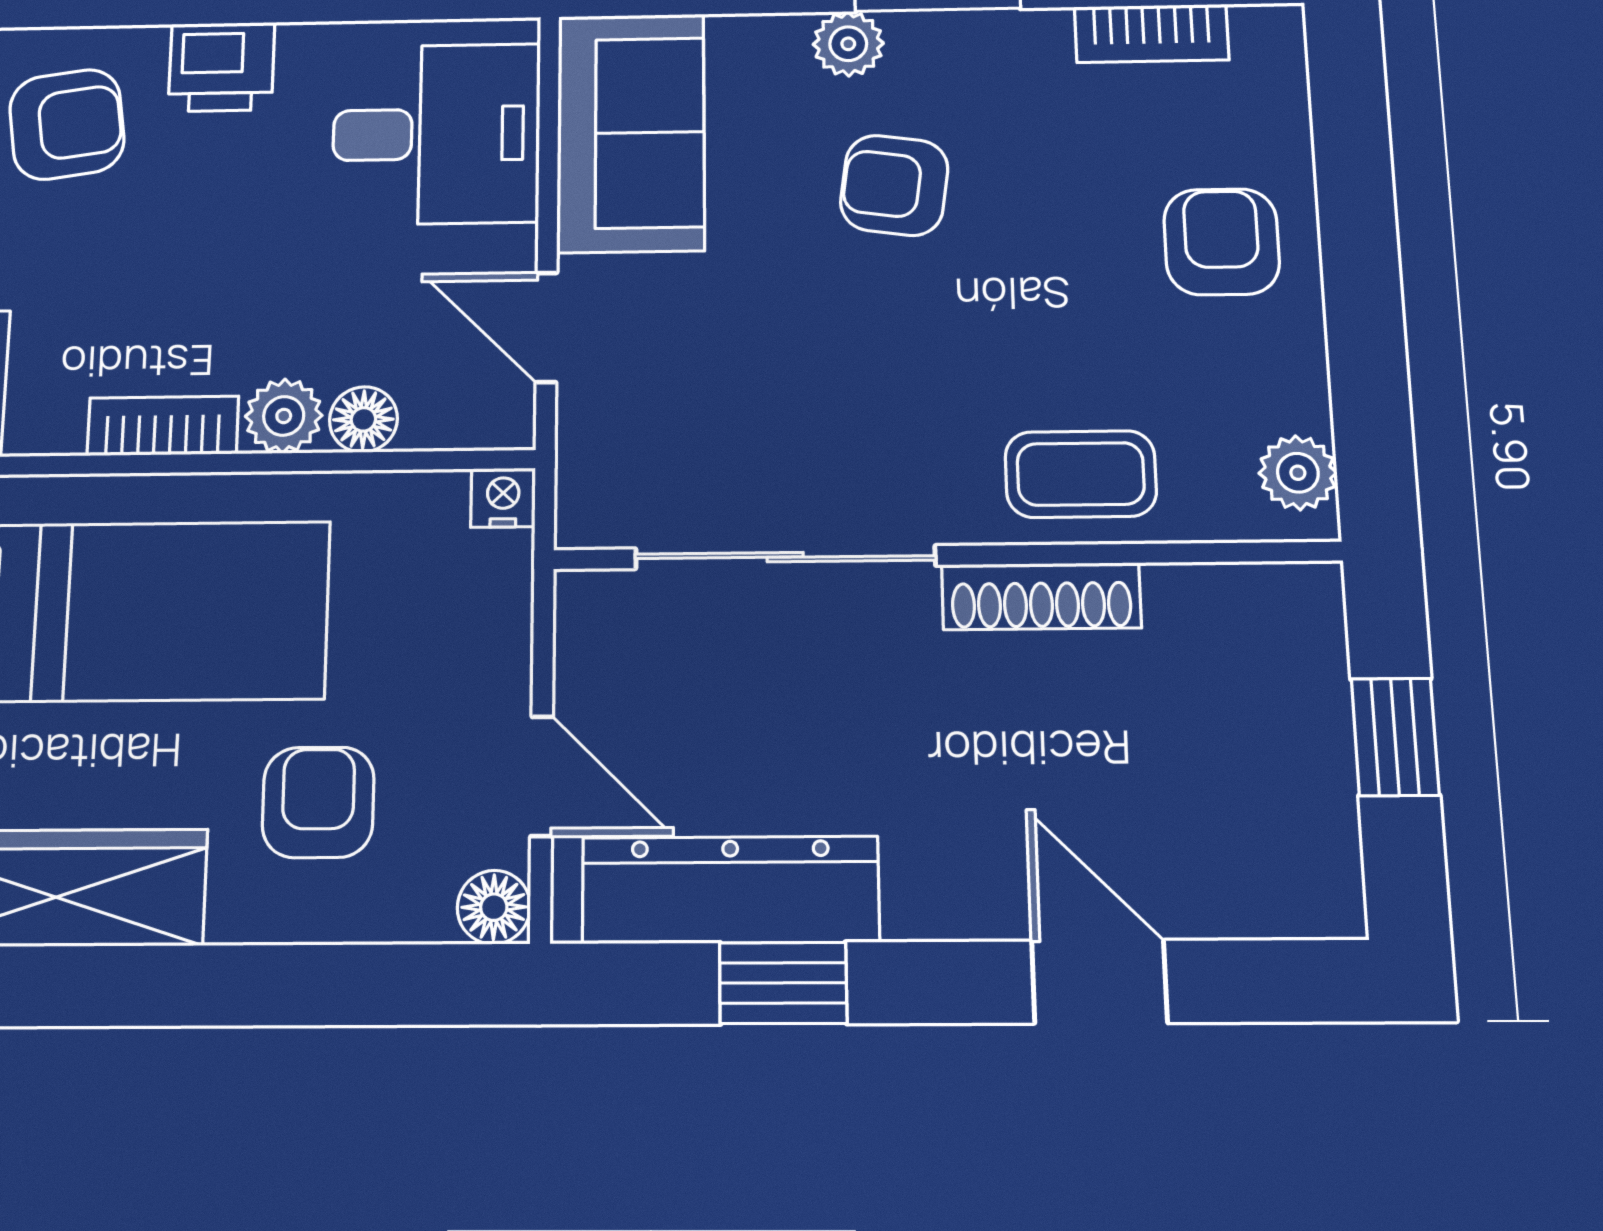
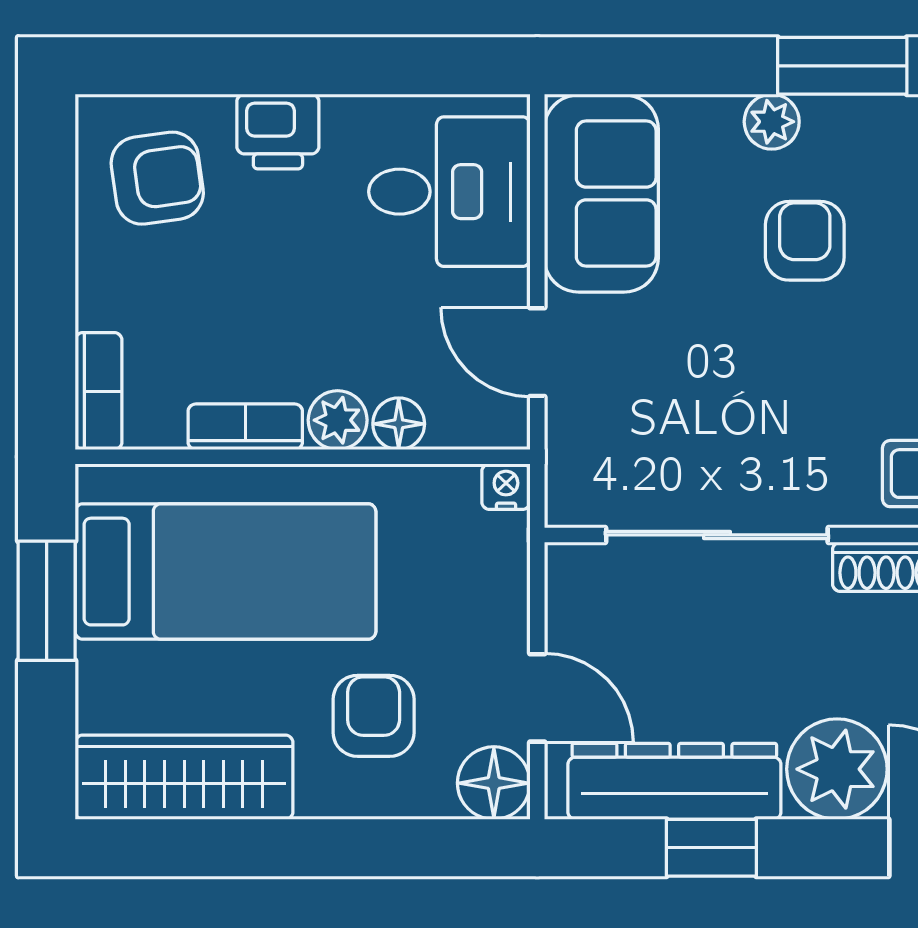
armchair: (894, 185) -> (805, 241), turned 82
plant: (956, 871) -> (837, 769), added
floor lamp: (494, 907) -> (494, 783), width x1.37, depth x1.37

